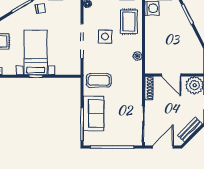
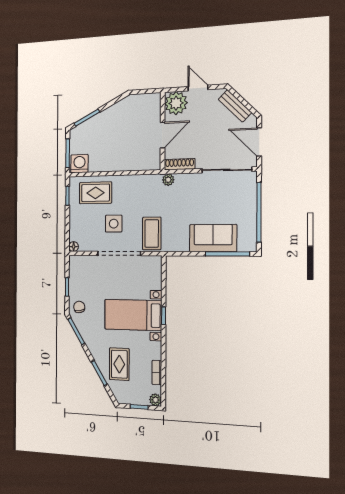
plant: (137, 56) -> (168, 180), moved
coffee table: (99, 80) -> (152, 233), moved

